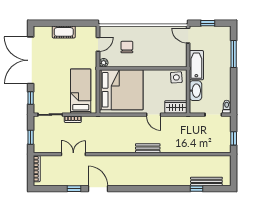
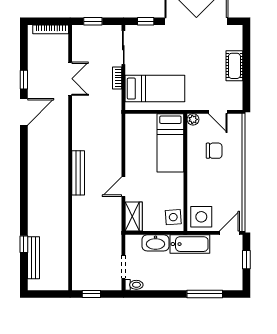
side table: (176, 57) -> (201, 217), added
bed: (121, 90) -> (170, 143), width x0.49
bench: (148, 148) -> (78, 173), width x1.36

